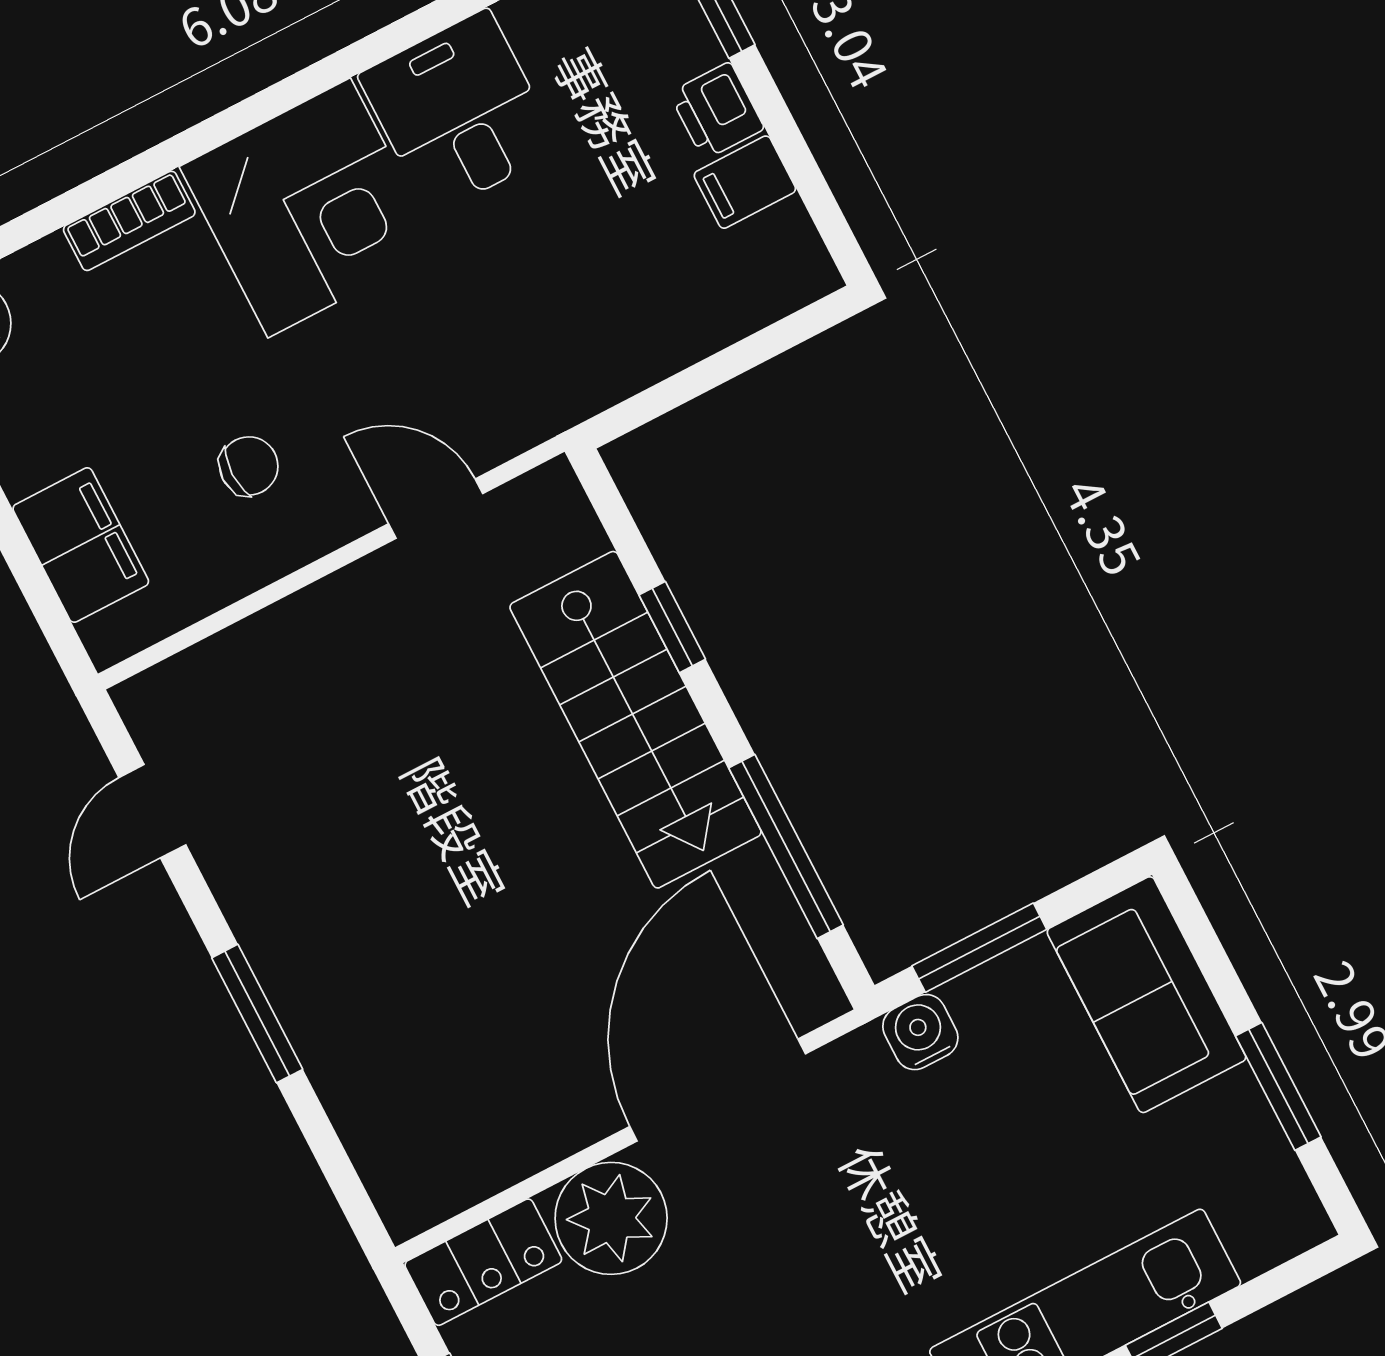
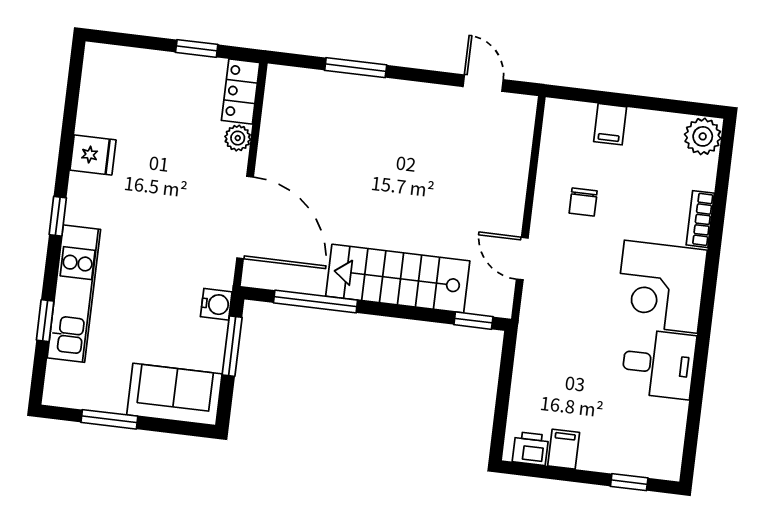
printer: (717, 111) -> (530, 449), moved
door: (436, 509) -> (522, 259), swing flipped
filing cabinet: (81, 545) -> (610, 124), width x0.50
window: (672, 627) -> (473, 321), moved
window: (257, 1014) -> (356, 68), moved
plant: (611, 1218) -> (238, 138), width x0.53, depth x0.53

